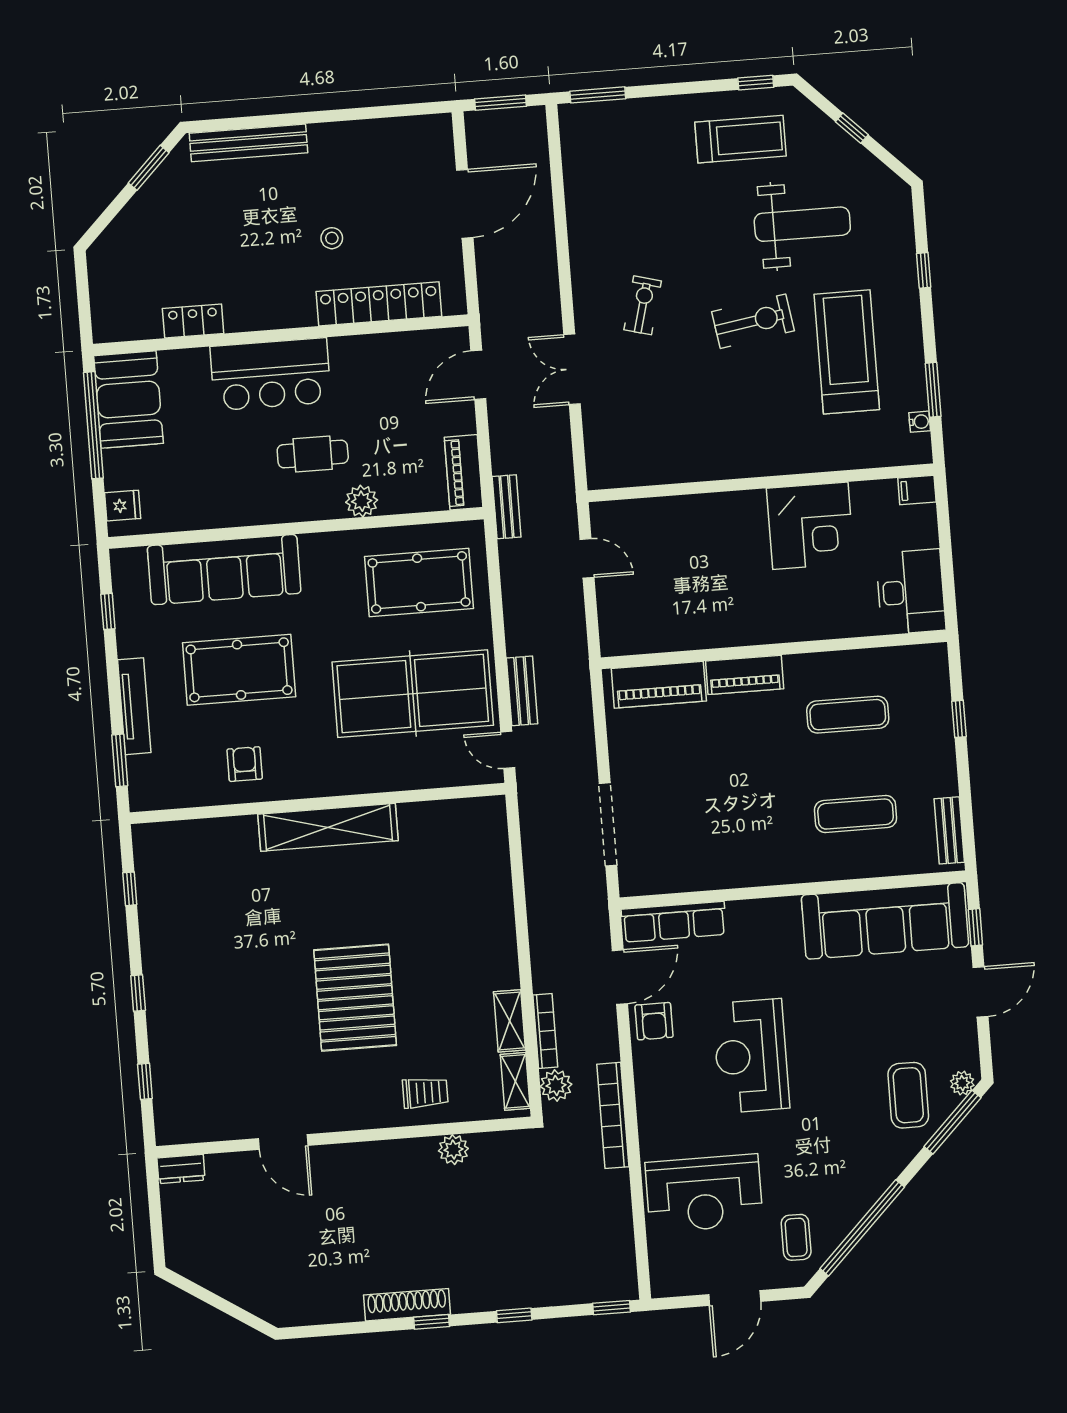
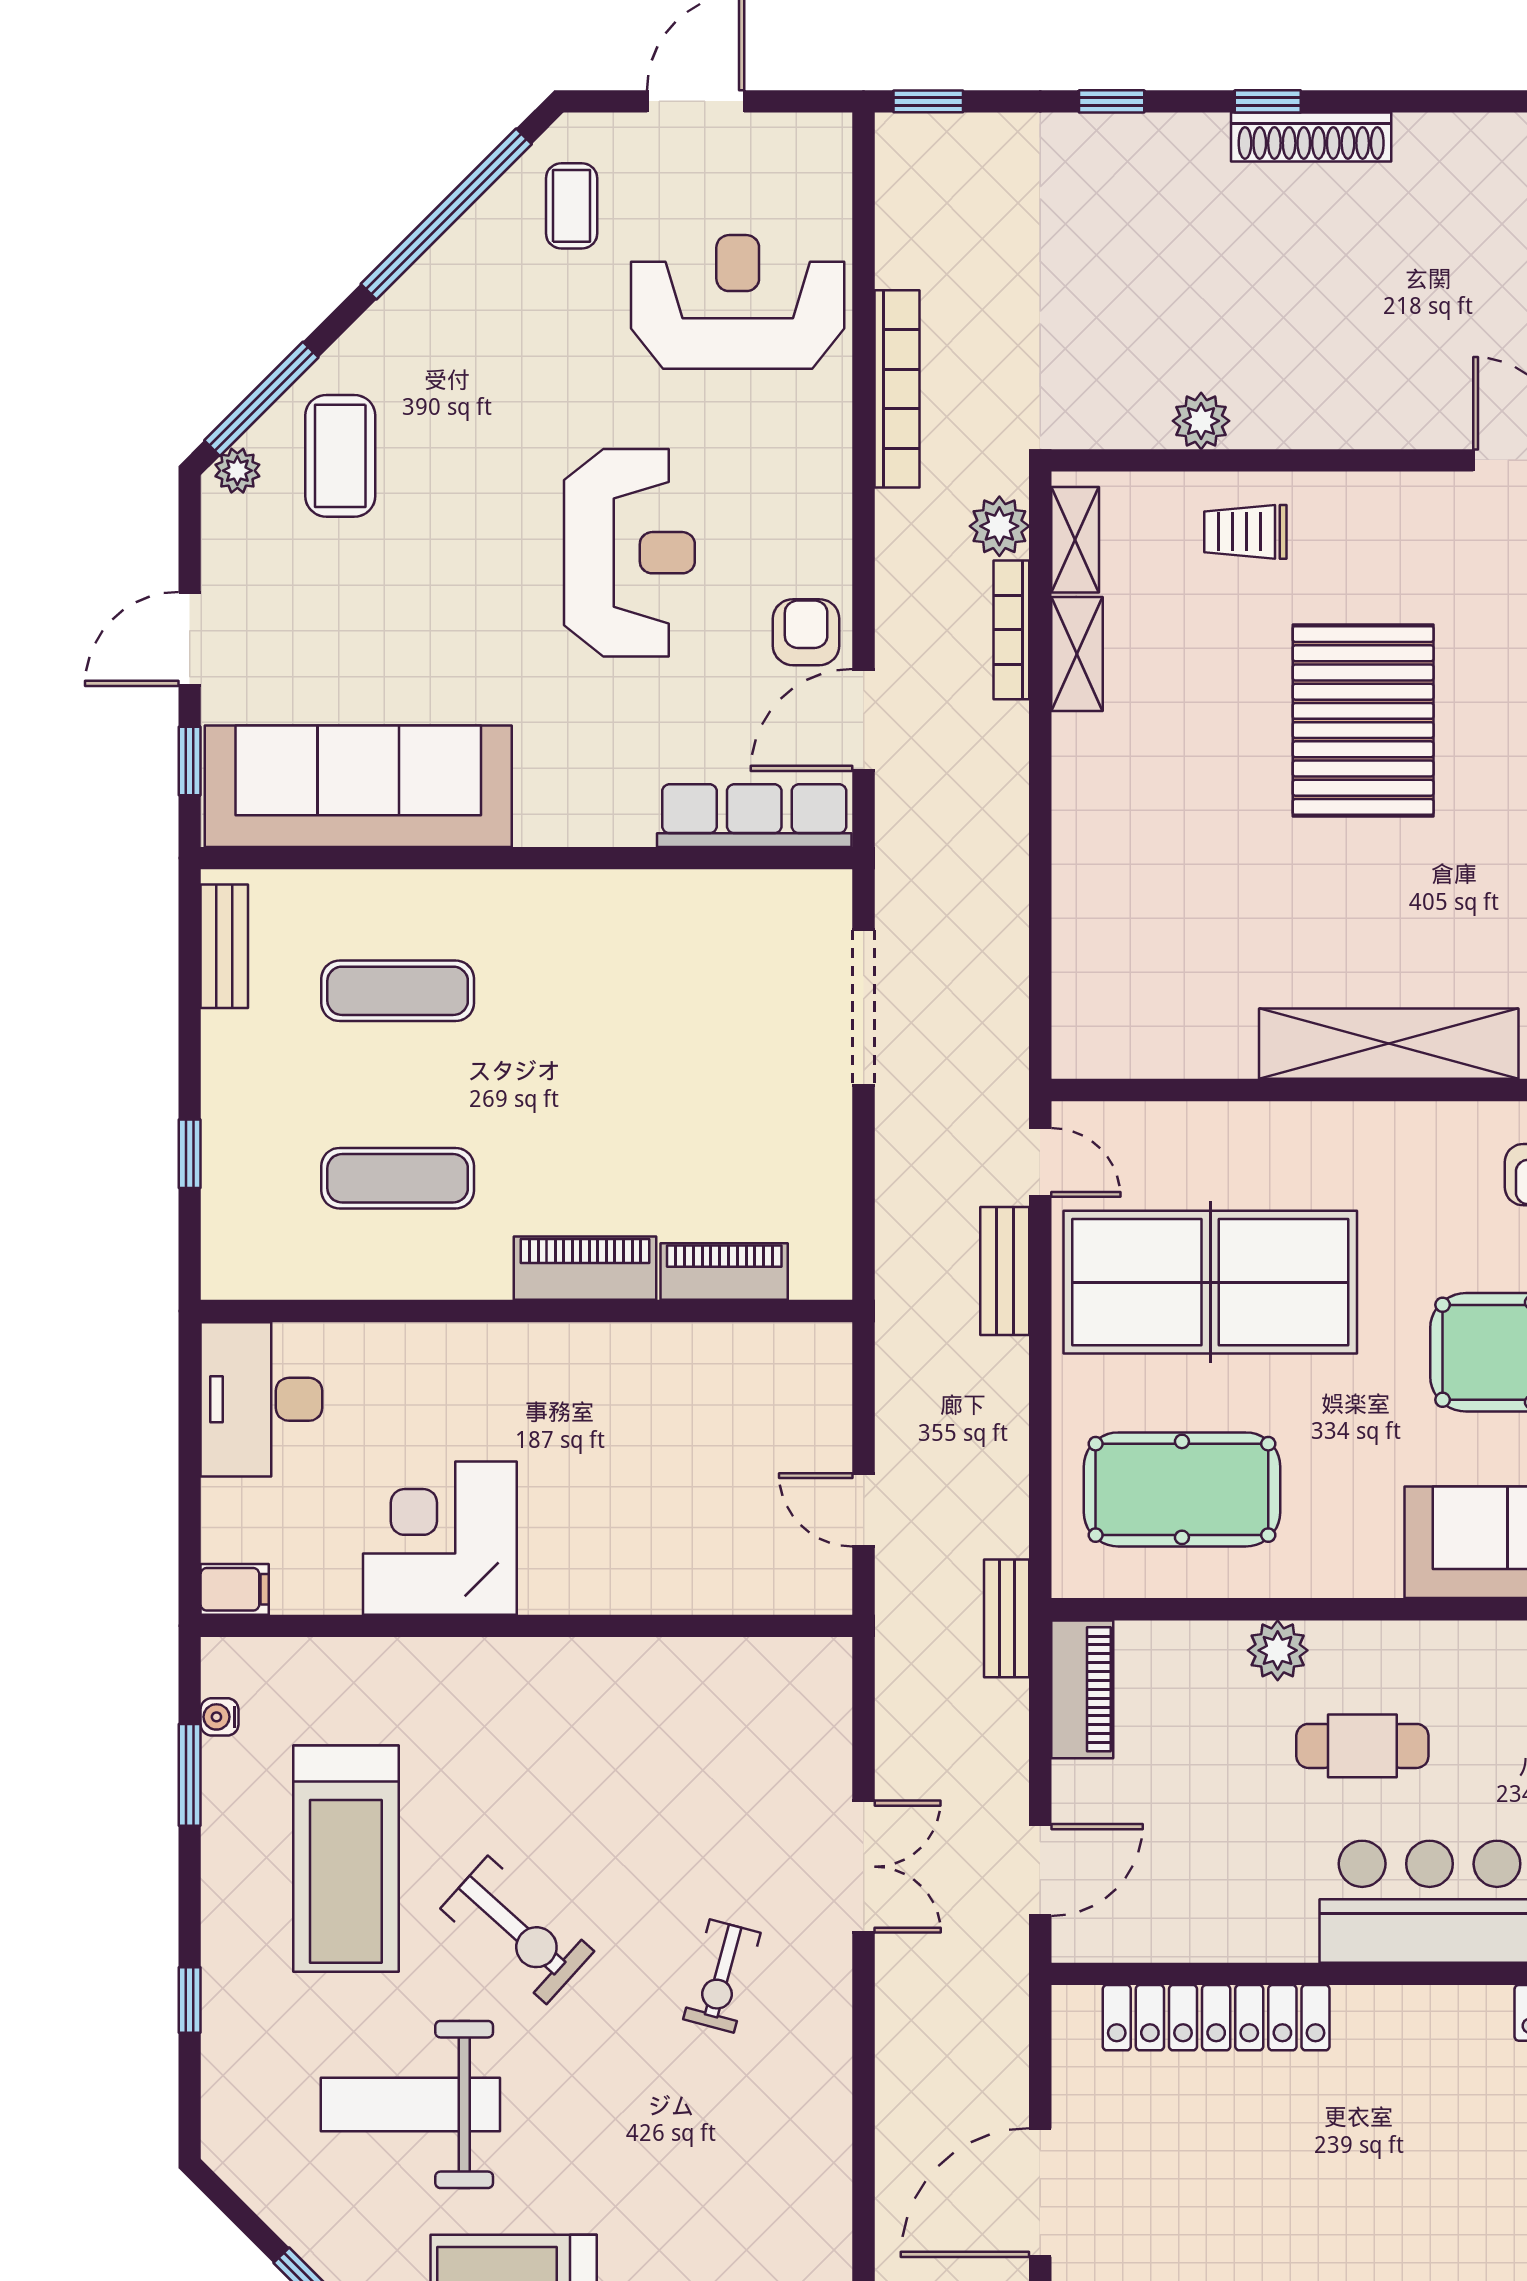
stool: (332, 238) -> (1295, 2148), removed
exercise bike: (753, 321) -> (517, 1930), turned -129
piano: (659, 685) -> (724, 1272), width x0.73, depth x0.75
bookcase: (613, 1115) -> (897, 389), moved

